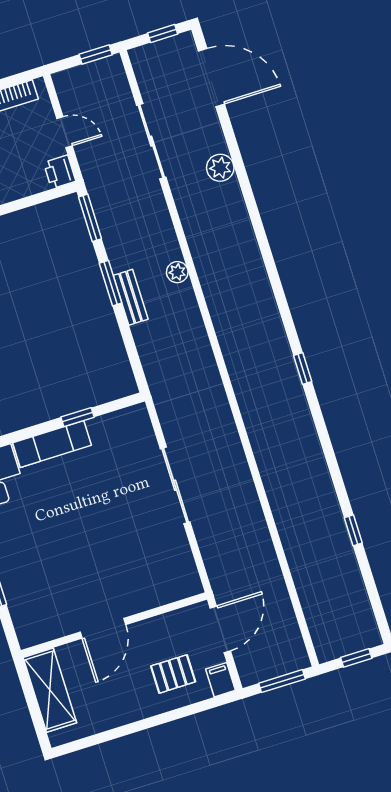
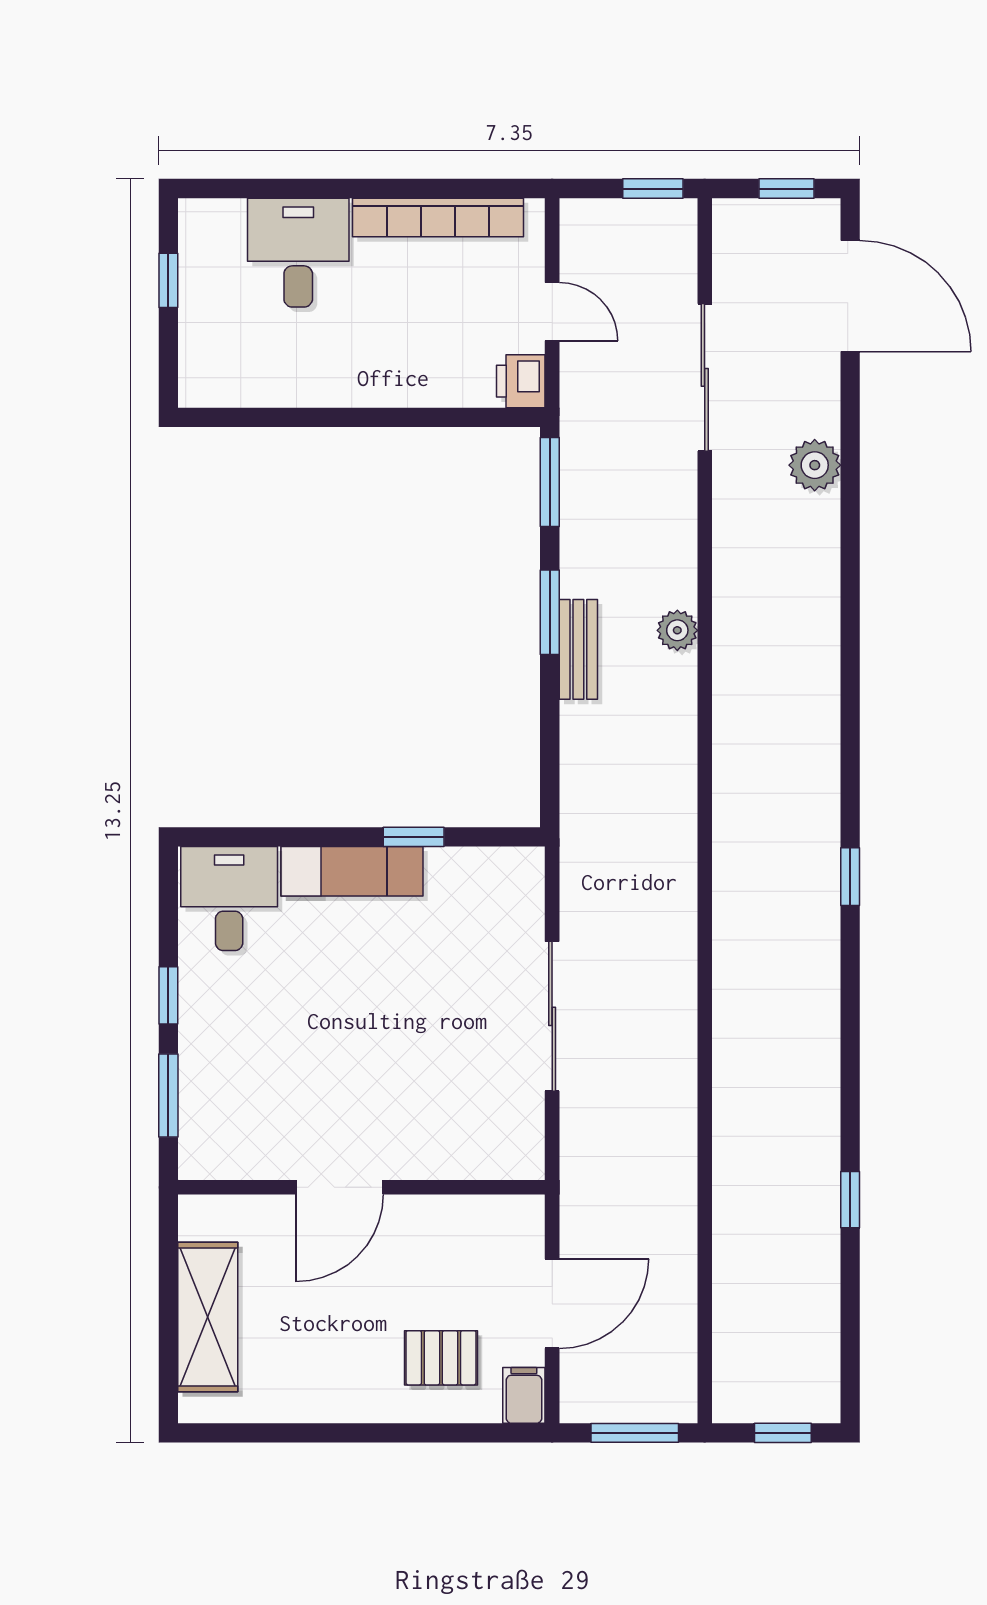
wall: (114, 625) -> (361, 1187), moved
door: (103, 628) -> (340, 1187), moved

